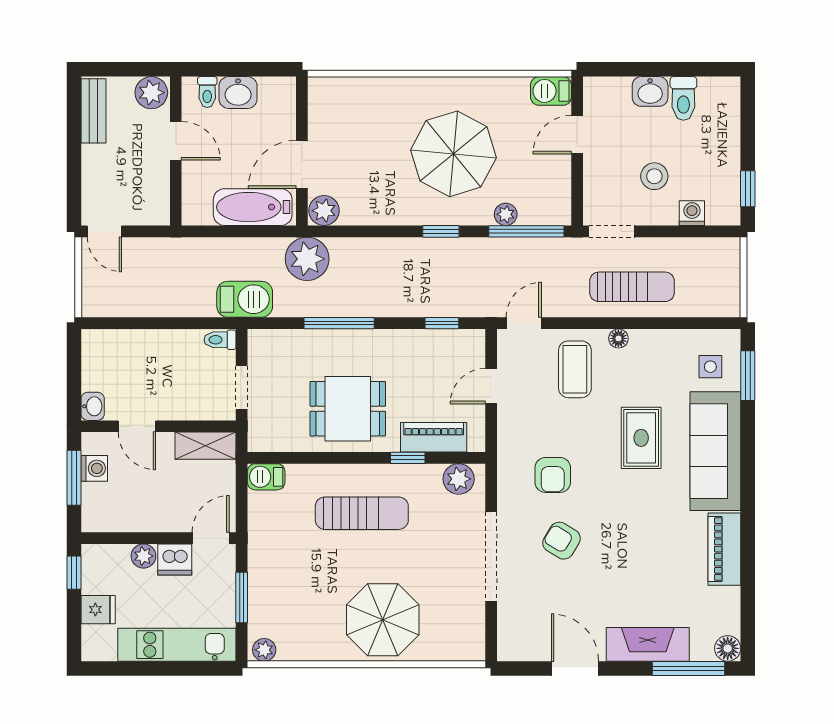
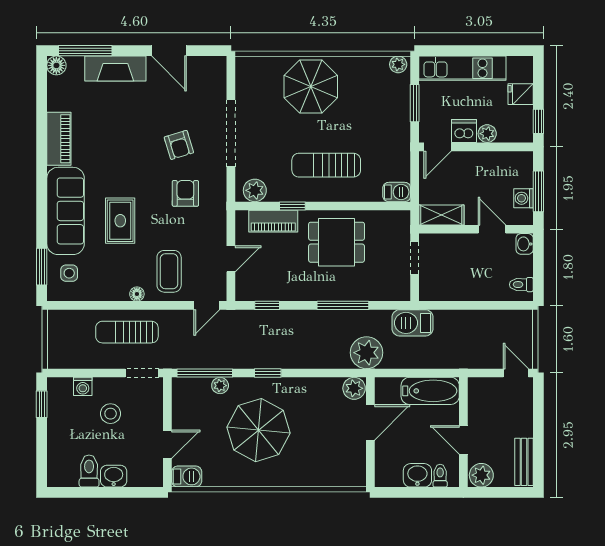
bathtub: (253, 207) -> (430, 391), moved
toilet: (220, 340) -> (521, 285), moved, turned 180
armchair: (562, 541) -> (179, 145), turned 42

